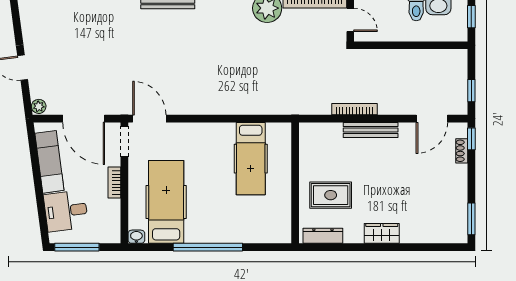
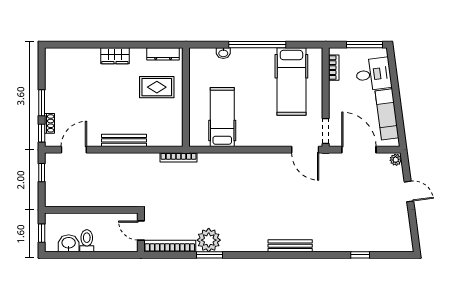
bookcase: (355, 109) -> (179, 157), moved
bookcase: (114, 183) -> (334, 68), moved
window: (471, 219) -> (42, 103), moved
washbasin: (136, 237) -> (223, 53), moved

